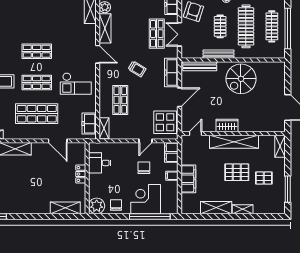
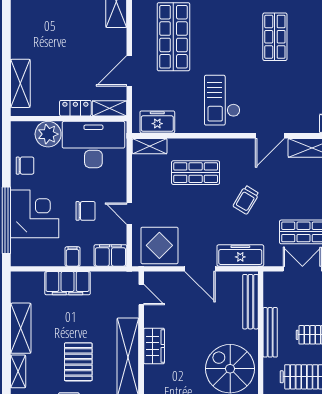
shop shelf: (37, 82) -> (224, 37), removed
shelving: (81, 153) -> (110, 108), added
desk: (100, 163) -> (93, 145), width x1.87, depth x1.30
plant: (97, 206) -> (48, 134), moved

